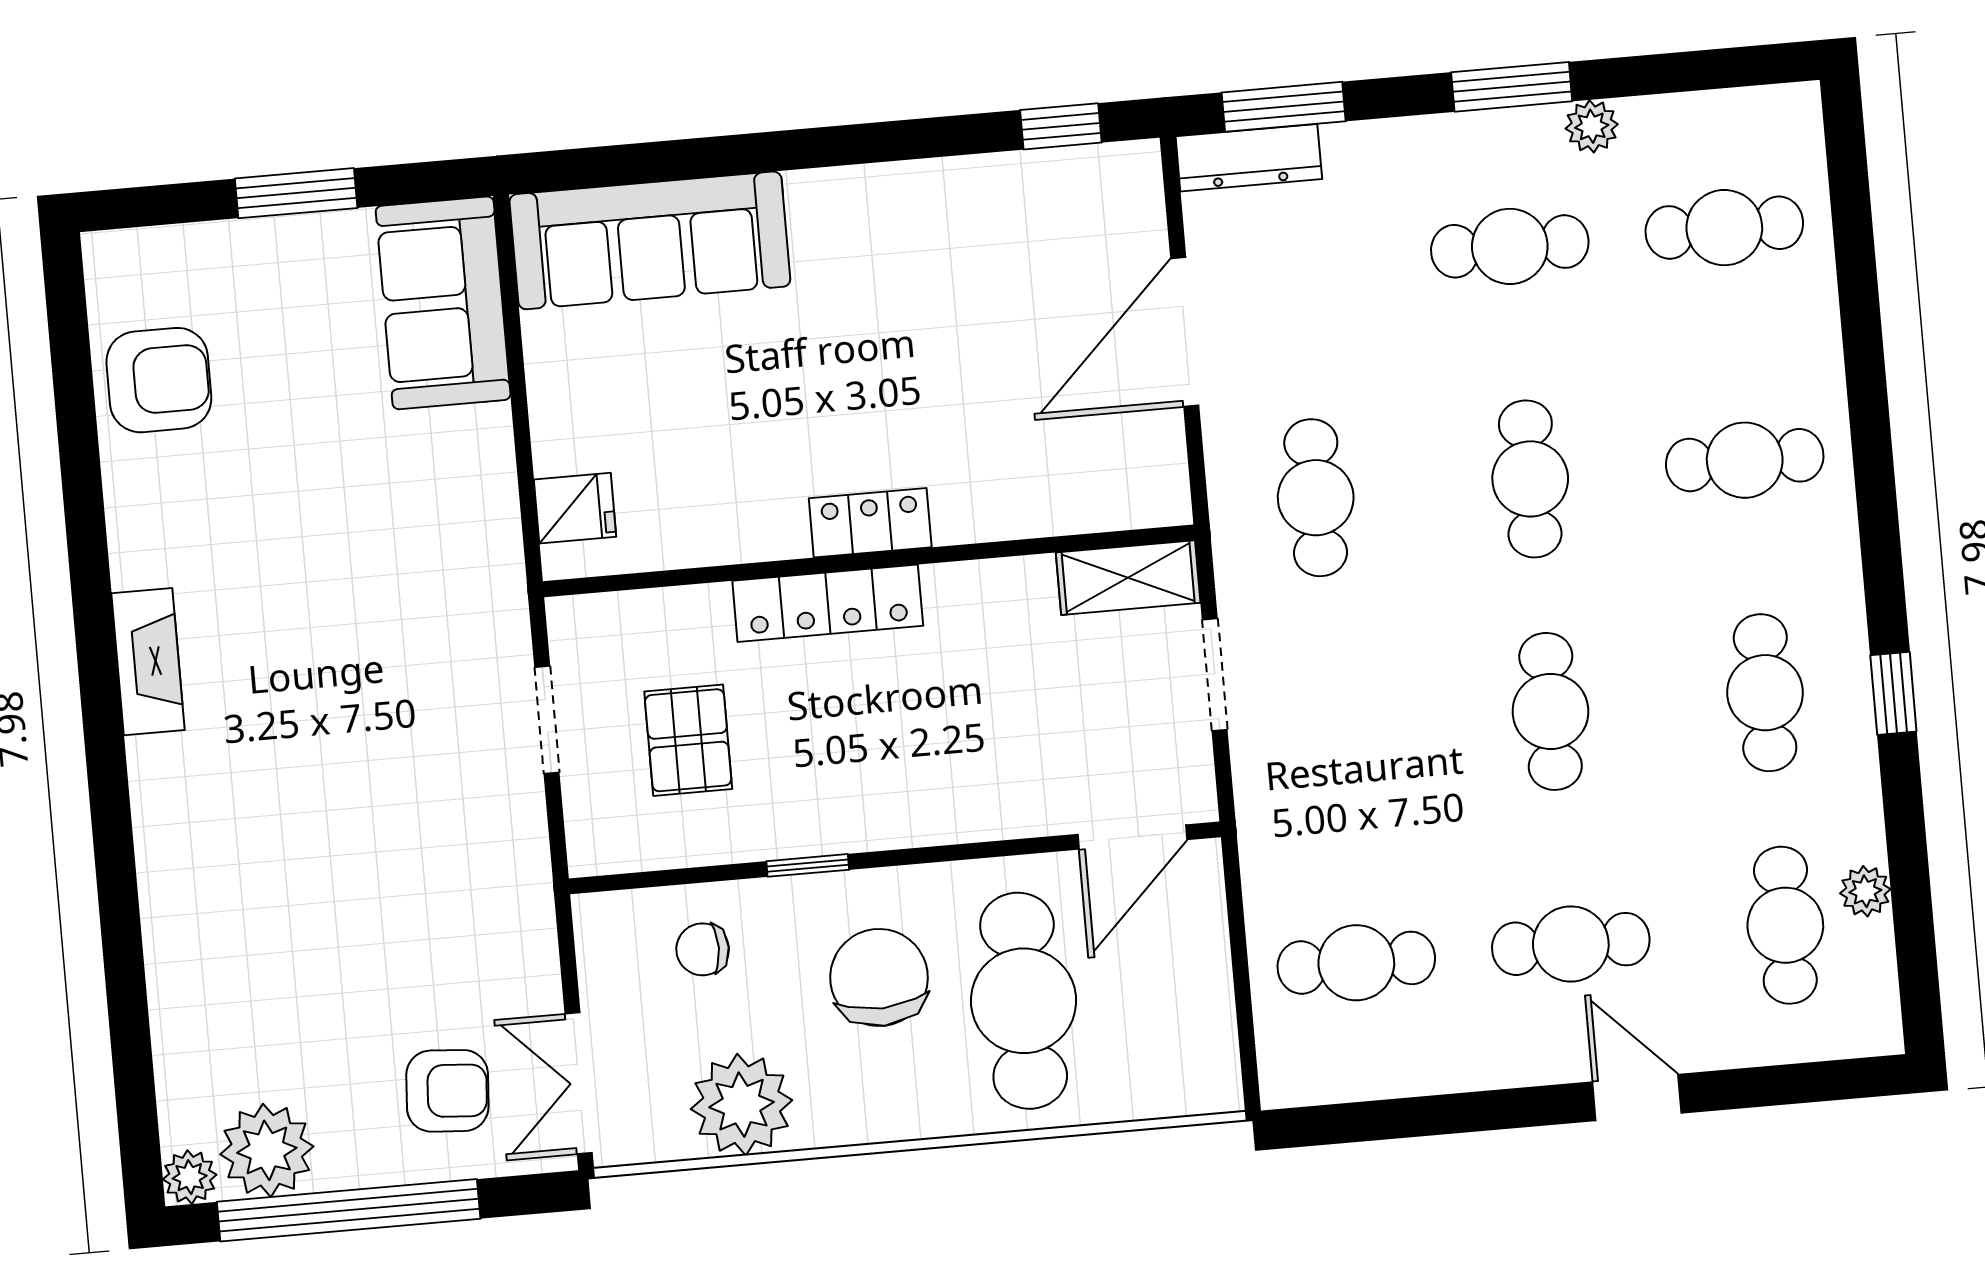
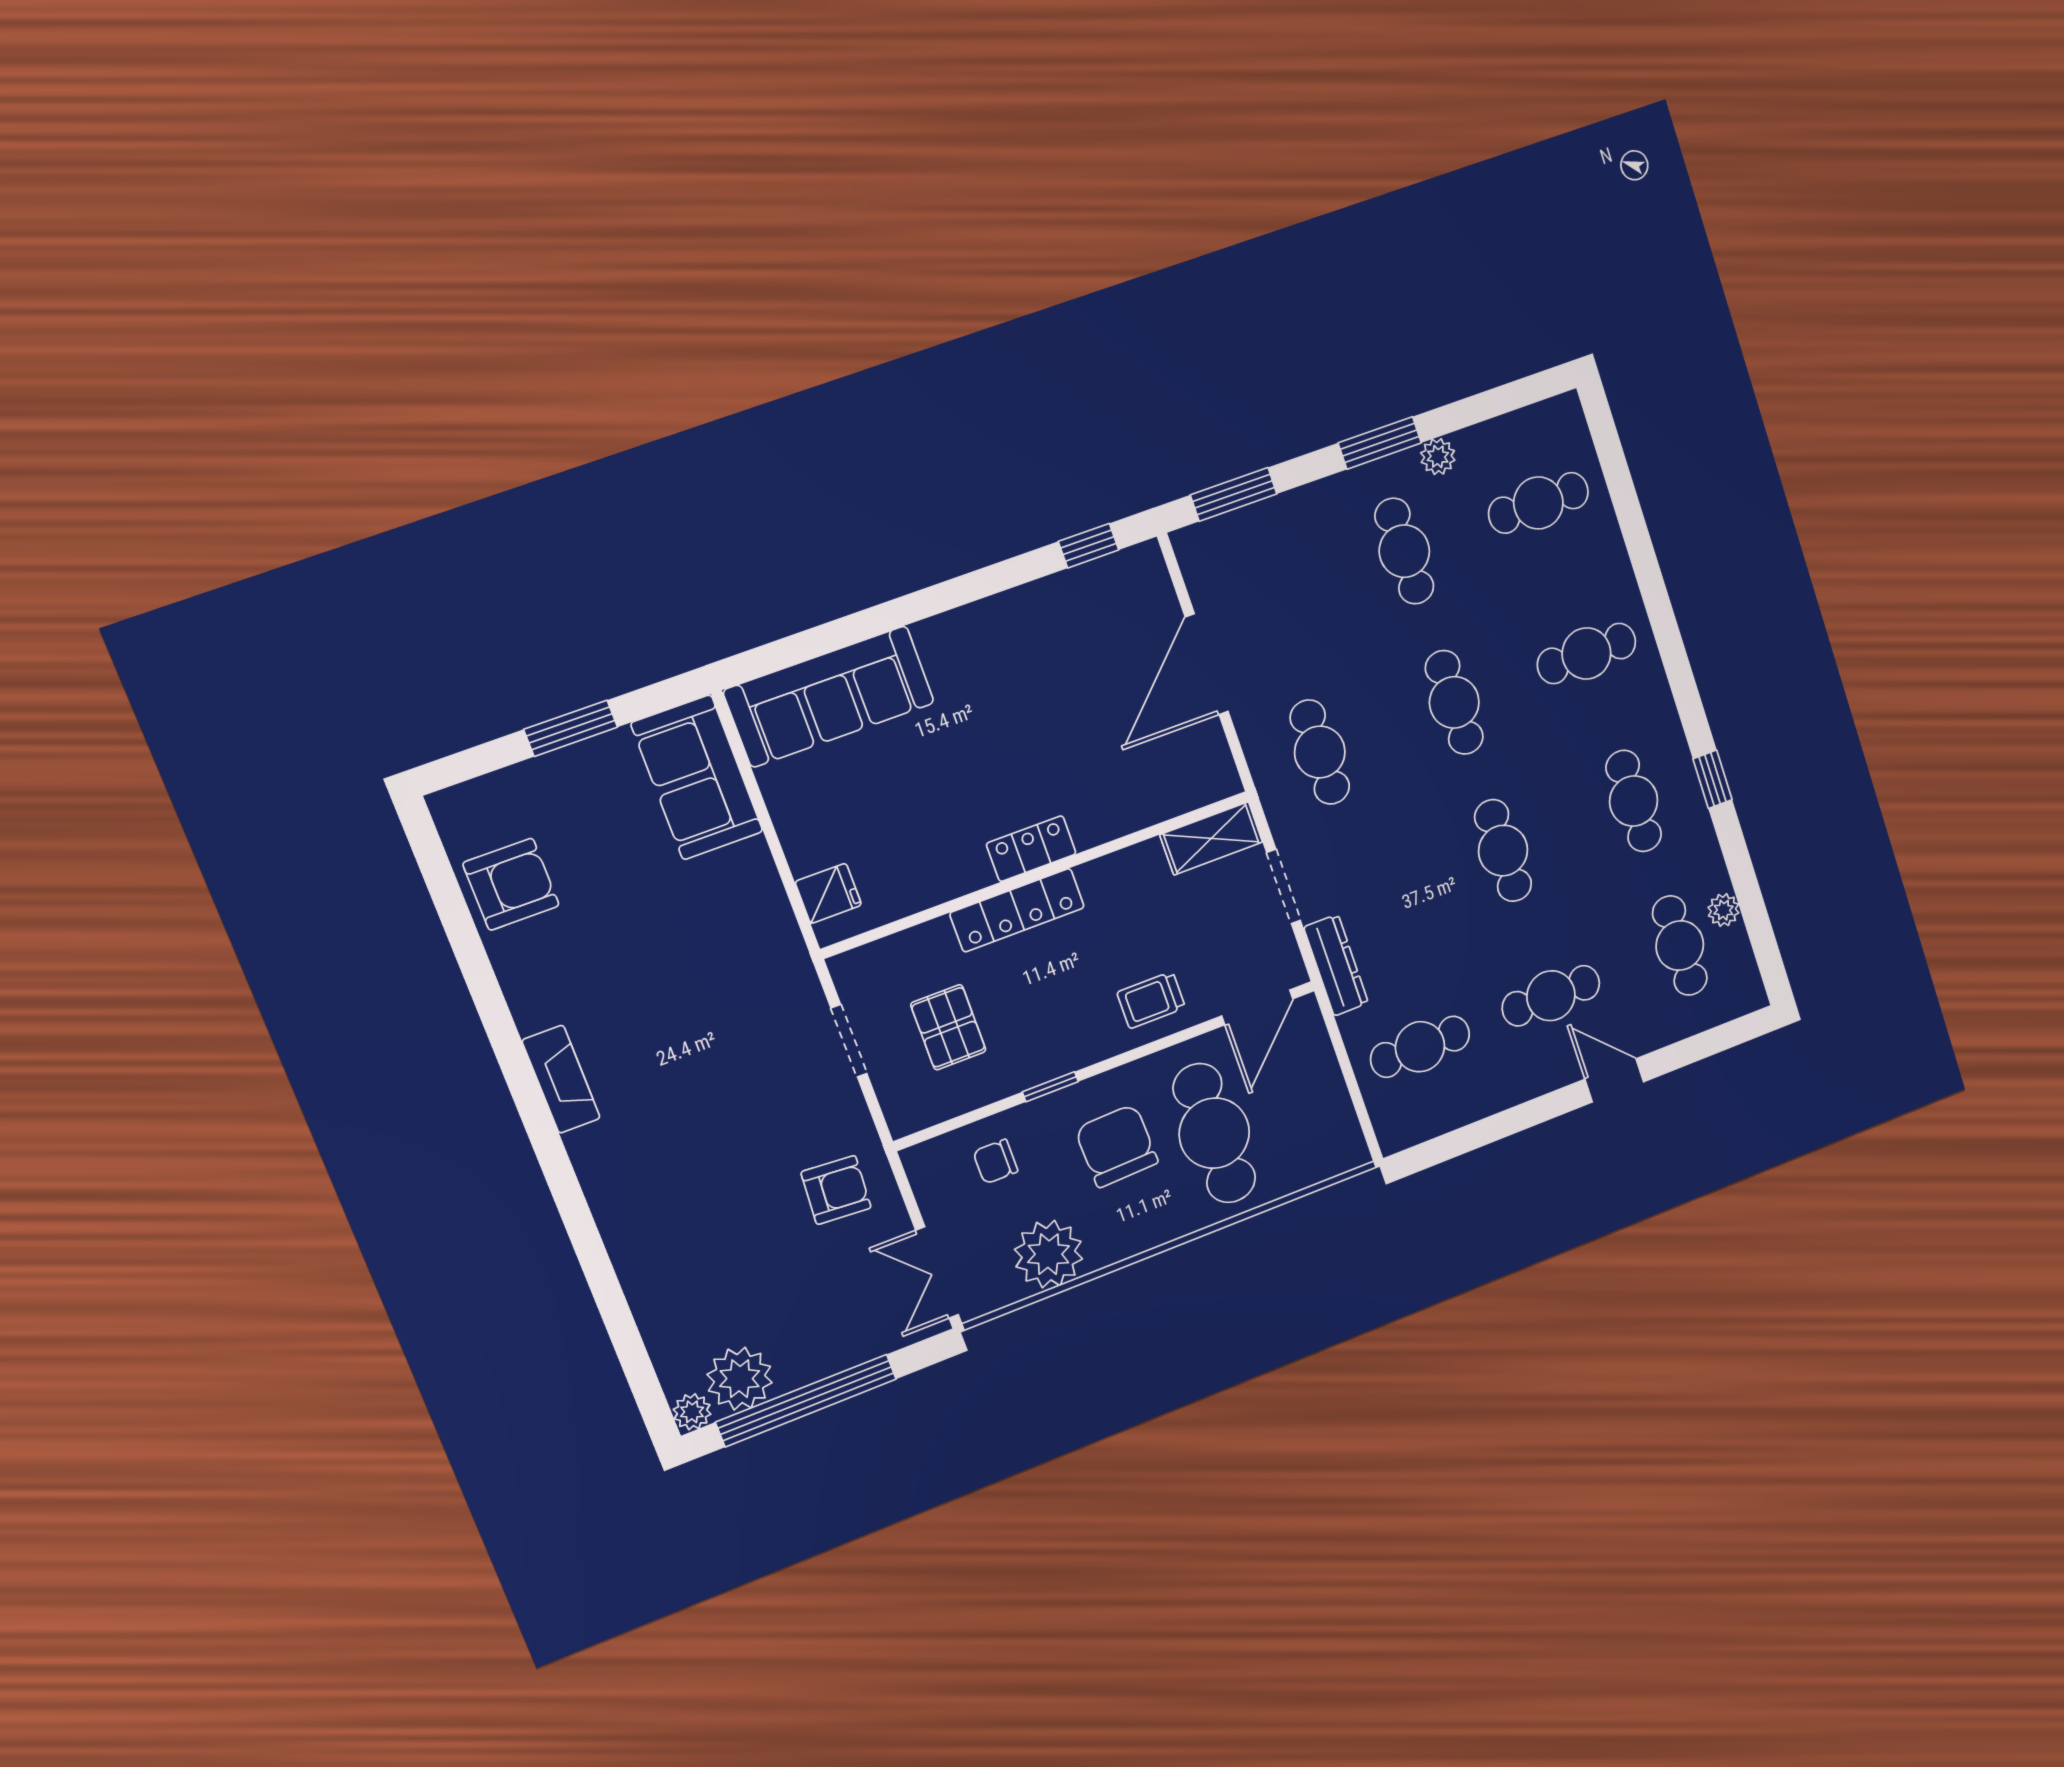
dresser: (1249, 158) -> (1336, 965), moved, turned -90
cafe table: (1510, 246) -> (1404, 551), turned 90
trolley: (983, 783) -> (1151, 1000), added
armchair: (447, 1091) -> (836, 1190), moved

